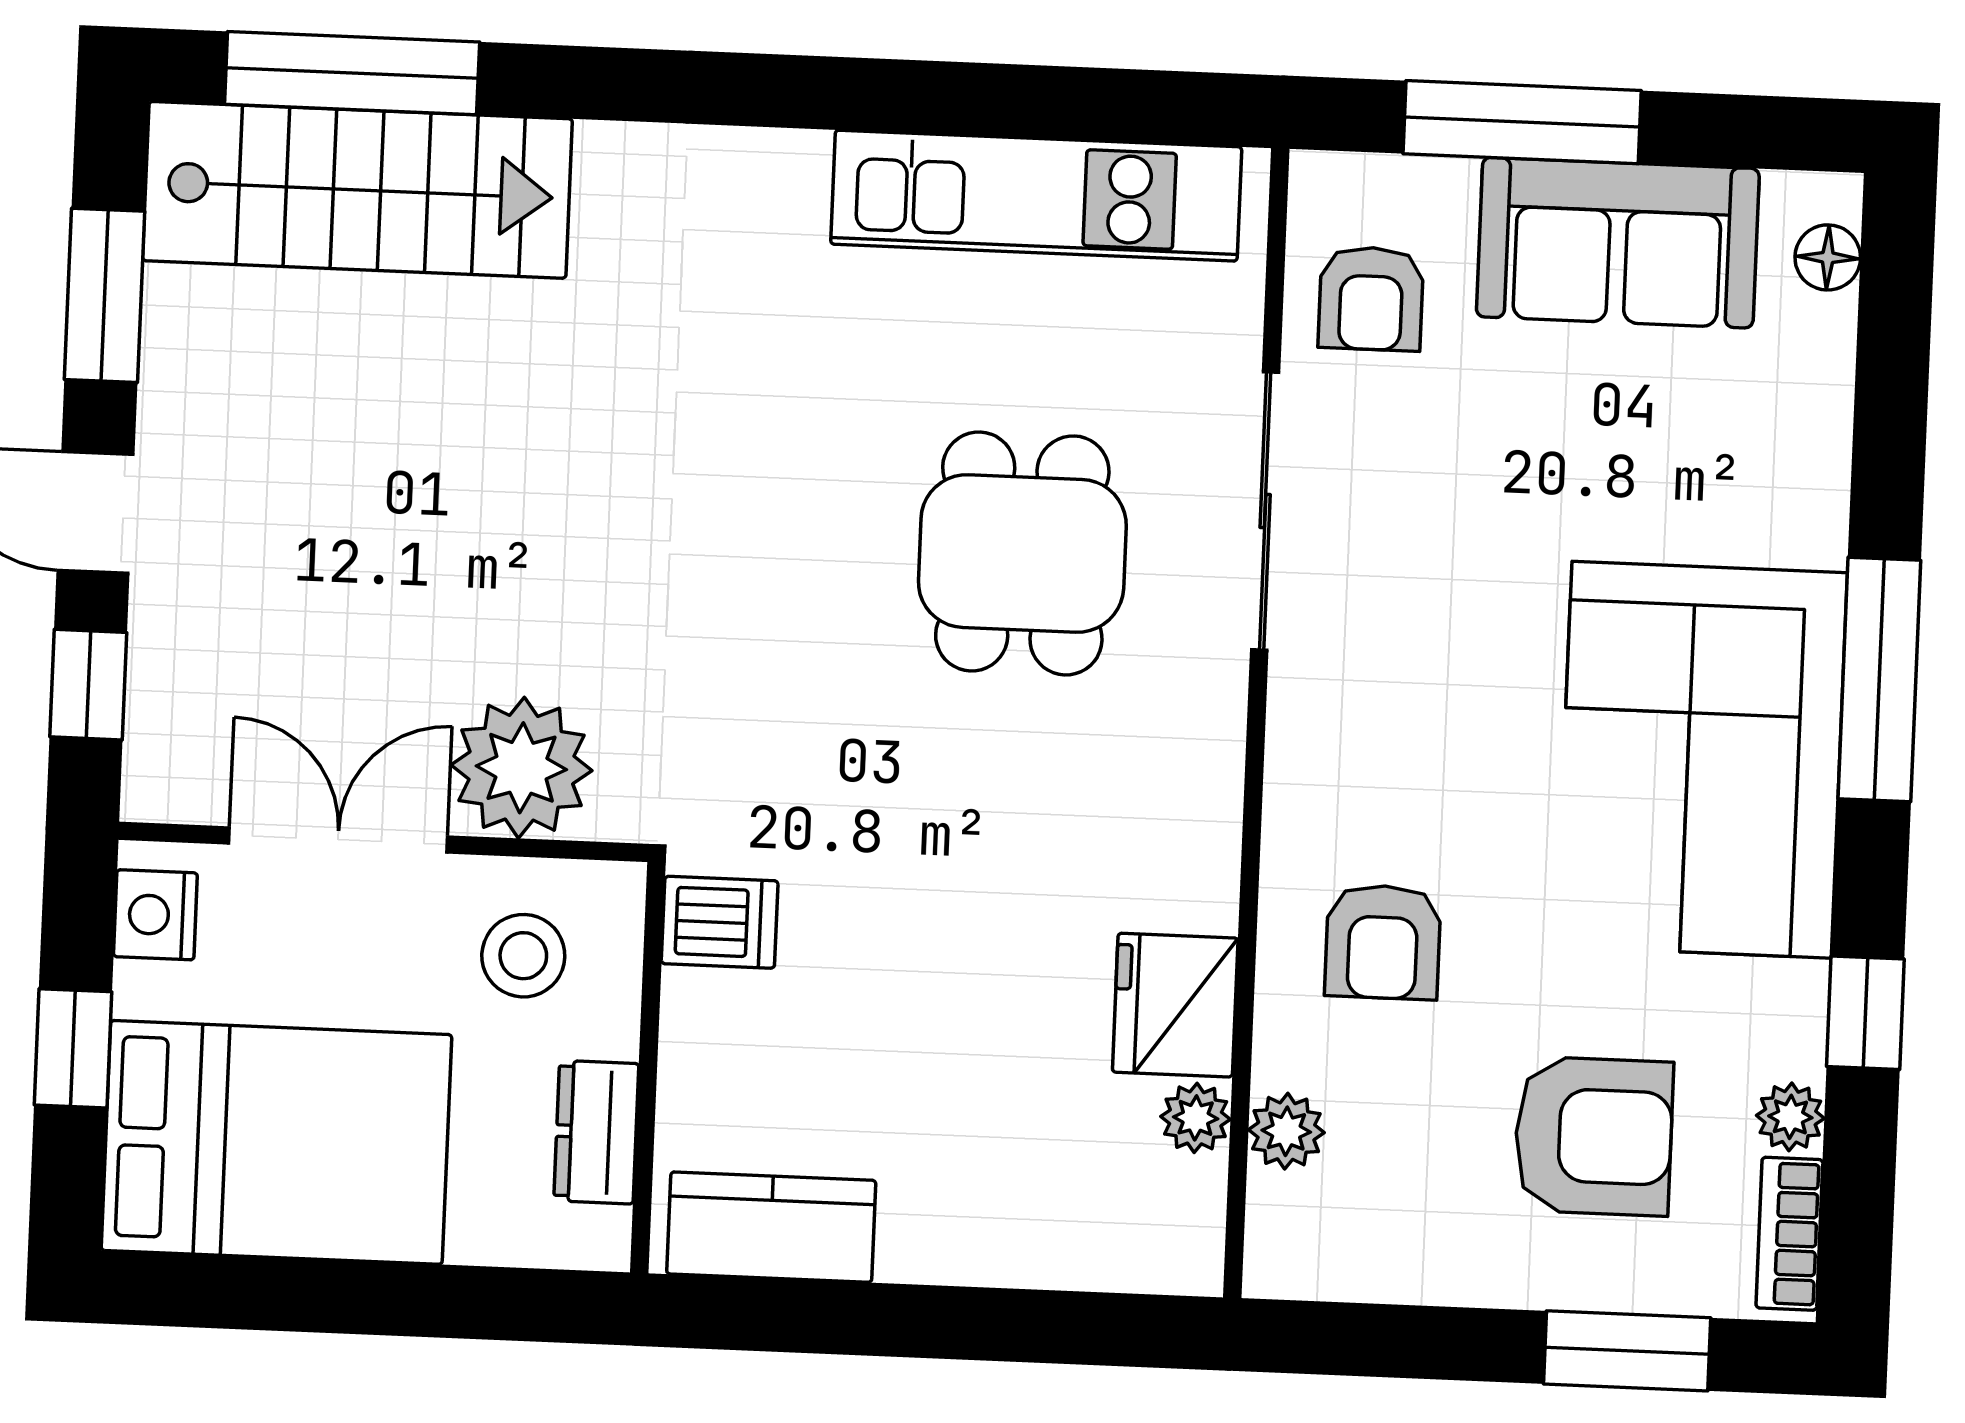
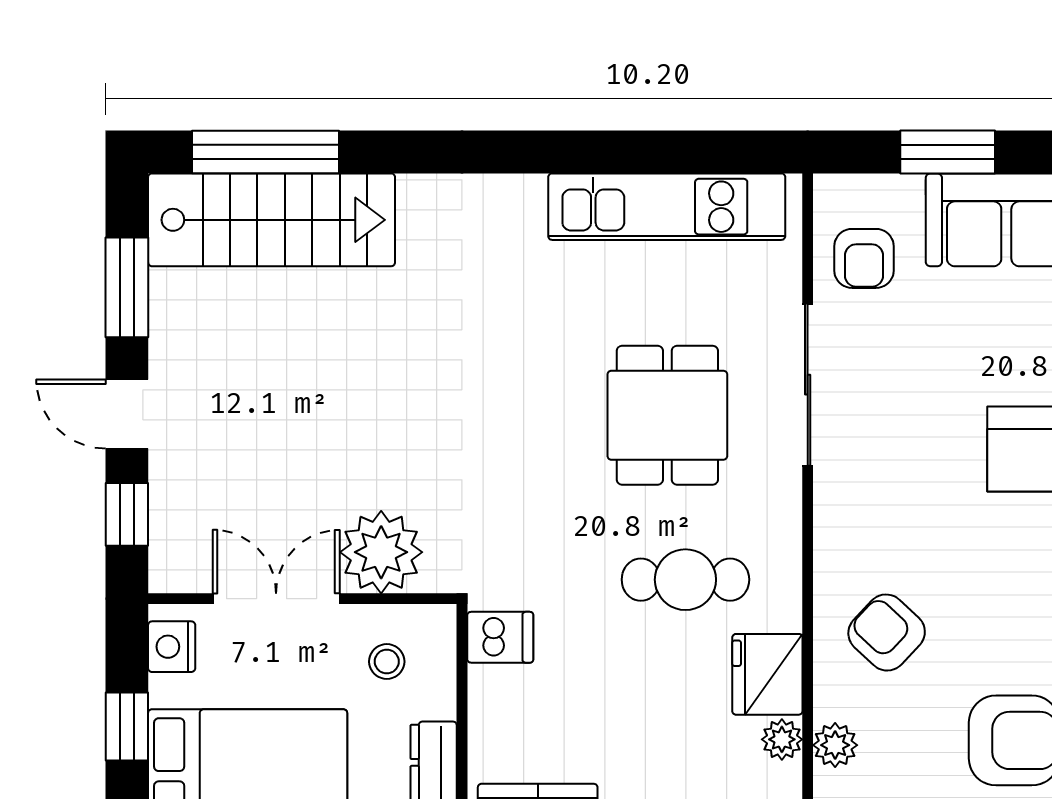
window: (1522, 122) -> (948, 152), width x0.69
cafe table: (1042, 837) -> (685, 580), added
armchair: (1383, 942) -> (887, 633), turned 133
stool: (523, 956) -> (387, 662), width x0.73, depth x0.73

